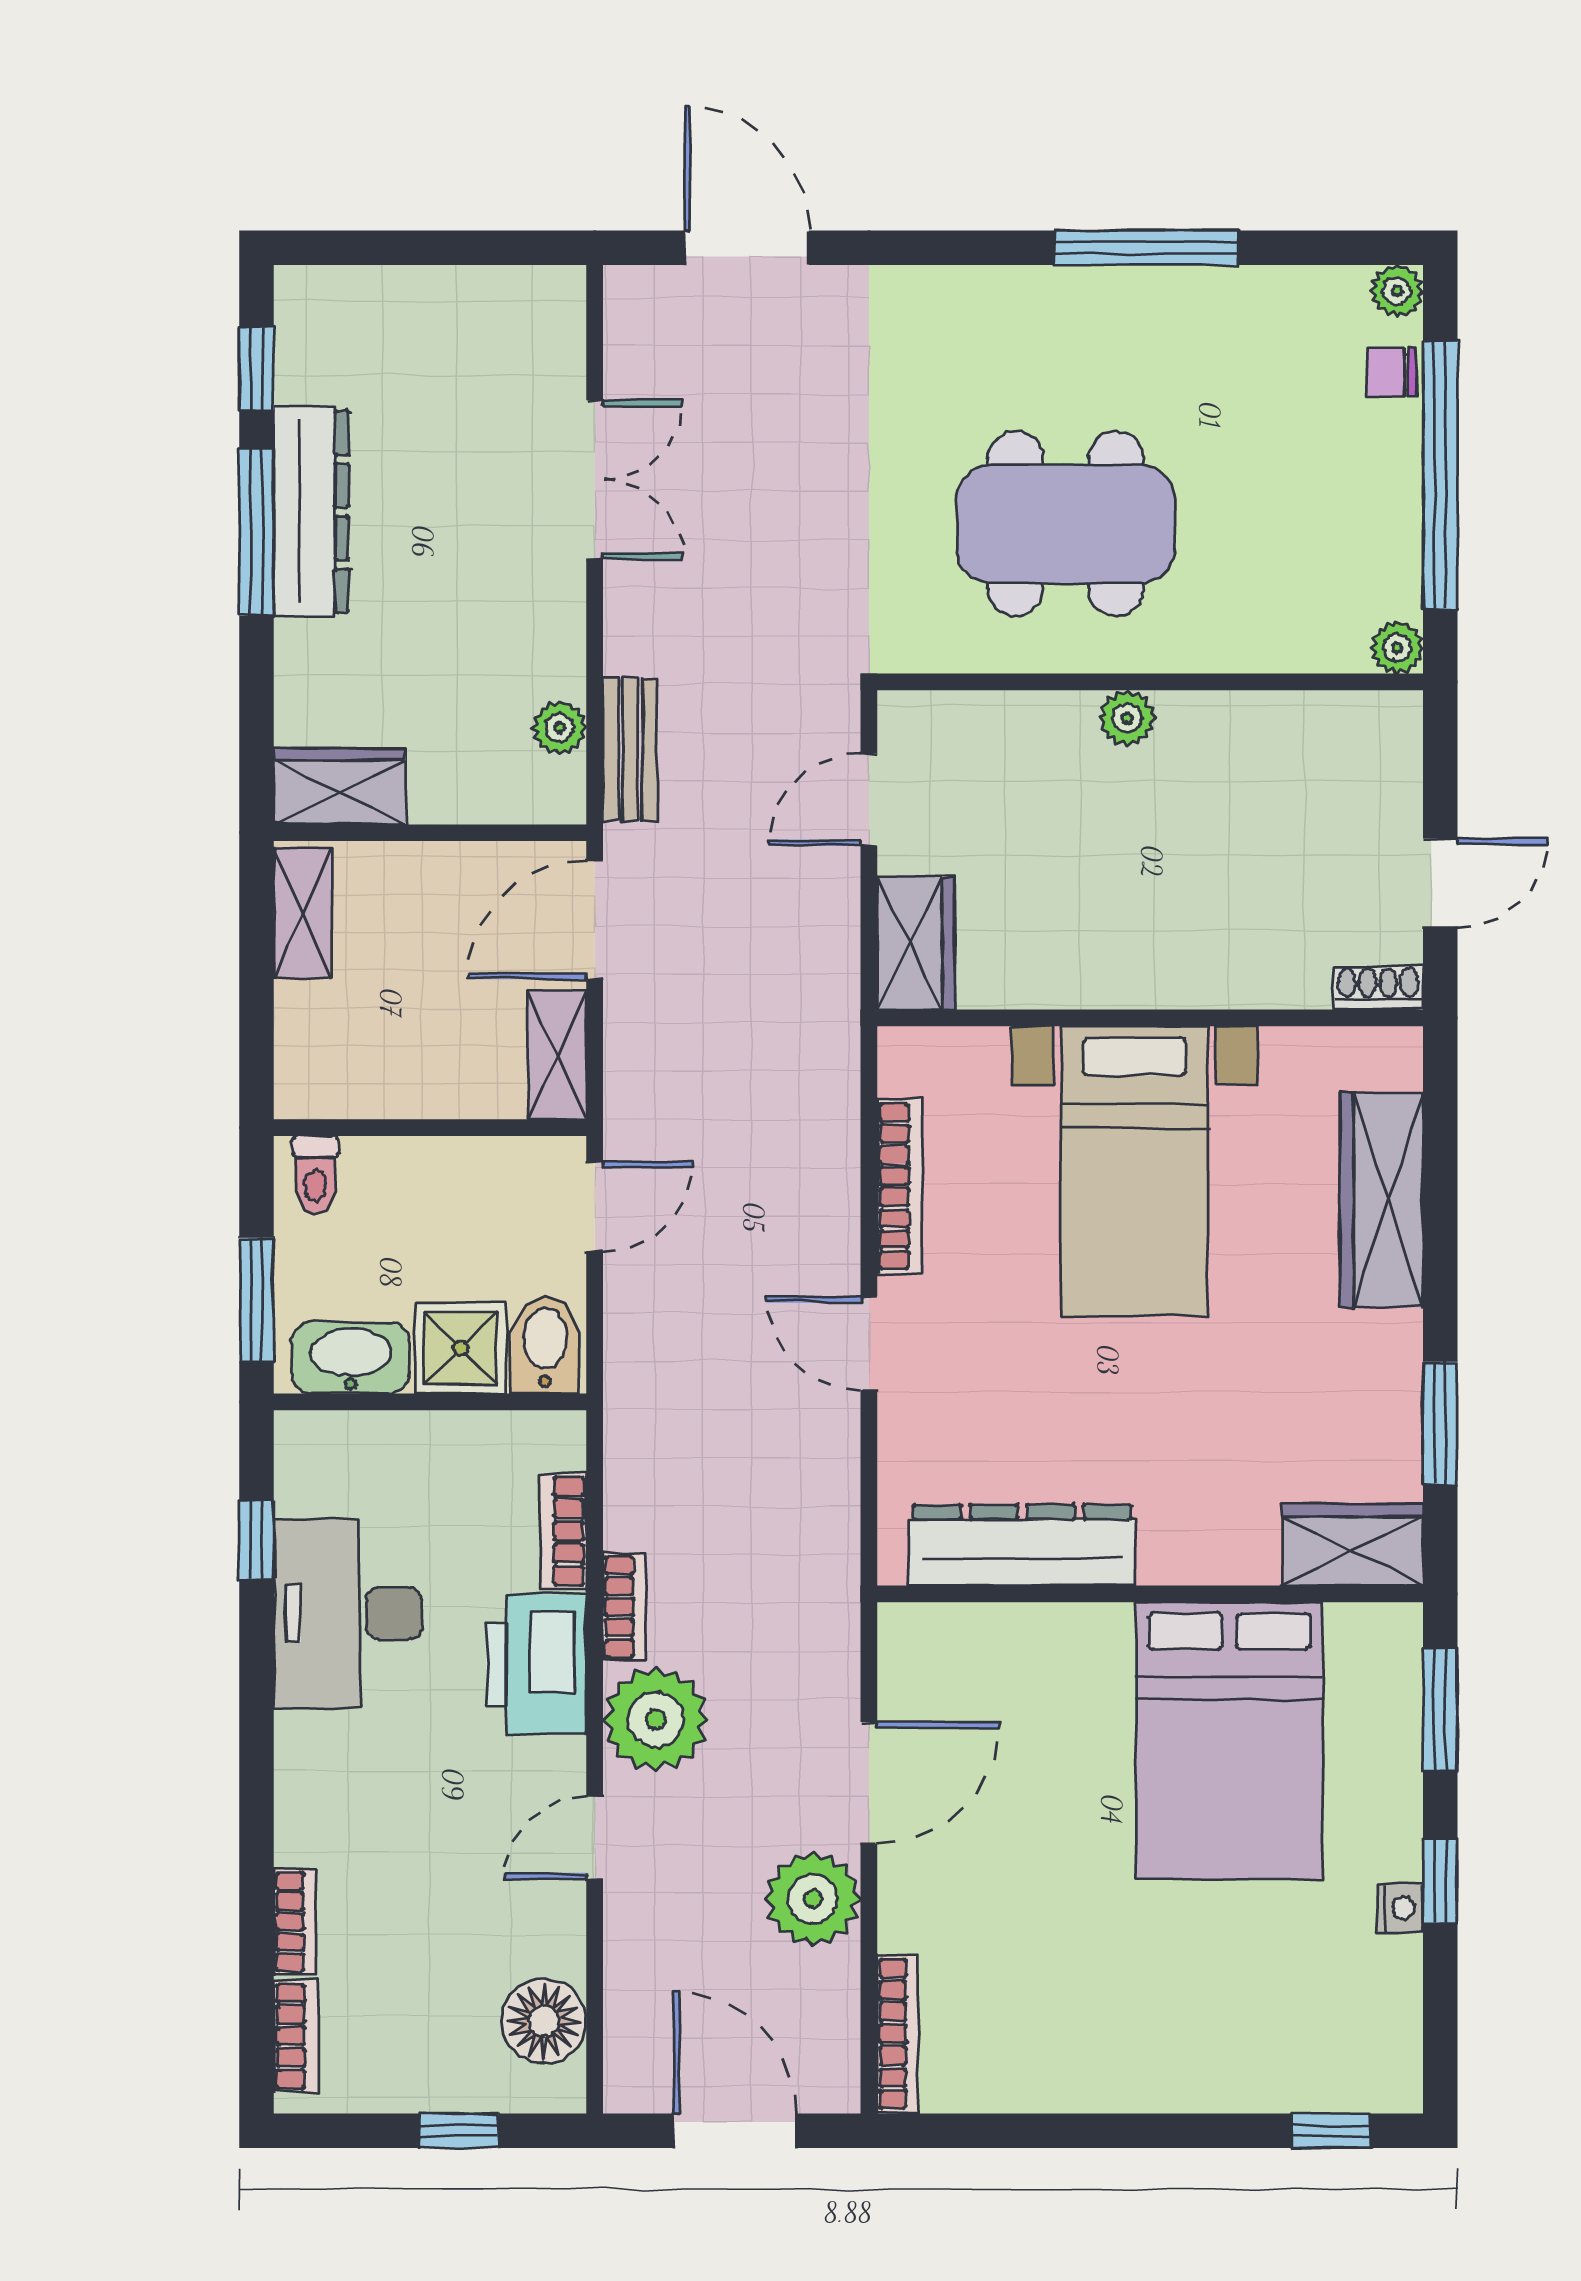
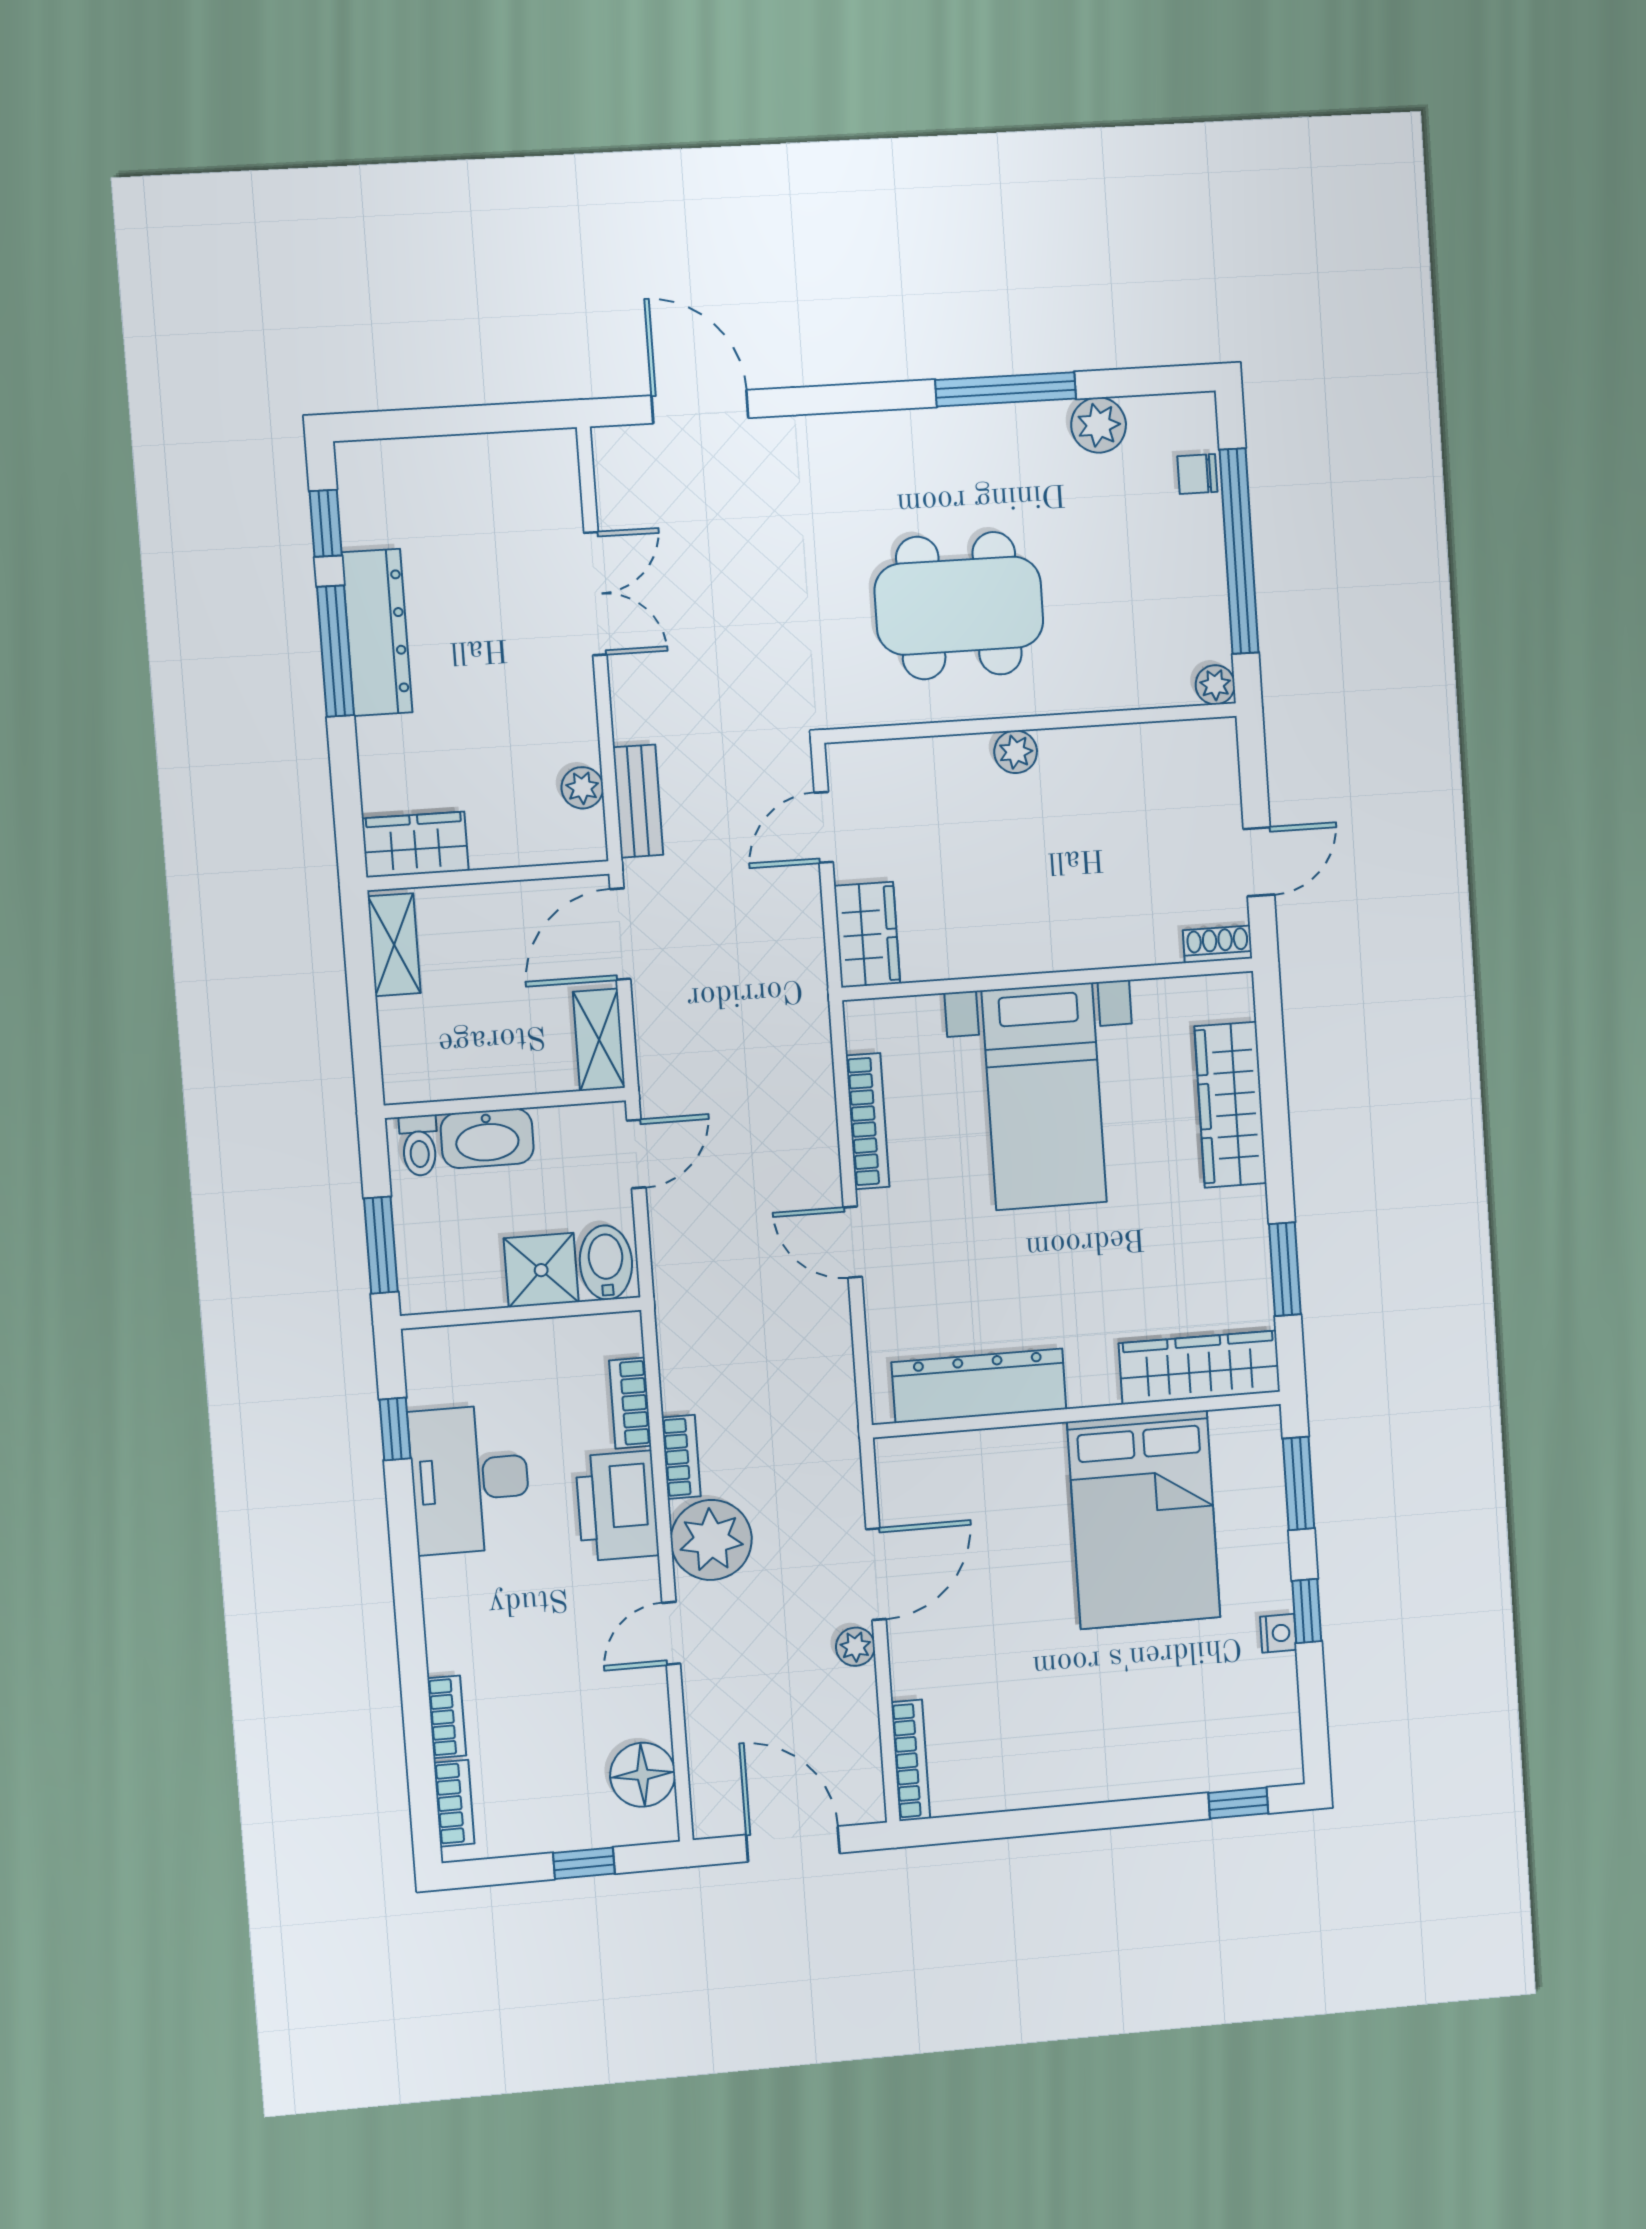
plant: (1397, 291) -> (1099, 425), moved, width x1.38, depth x1.38
washbasin: (351, 1358) -> (487, 1138), moved, turned 180
wardrobe: (1352, 1545) -> (1199, 1367), width x1.50
plant: (813, 1899) -> (855, 1647), width x0.53, depth x0.53

